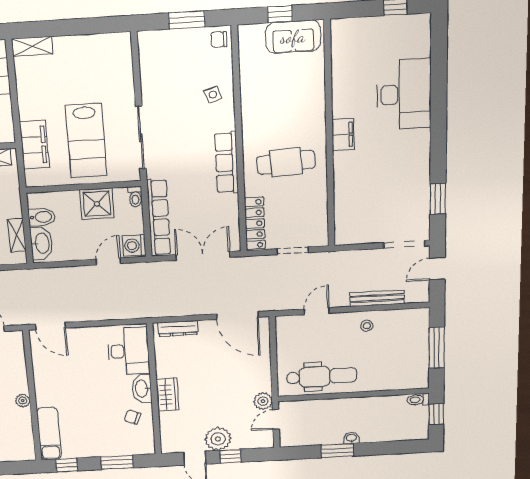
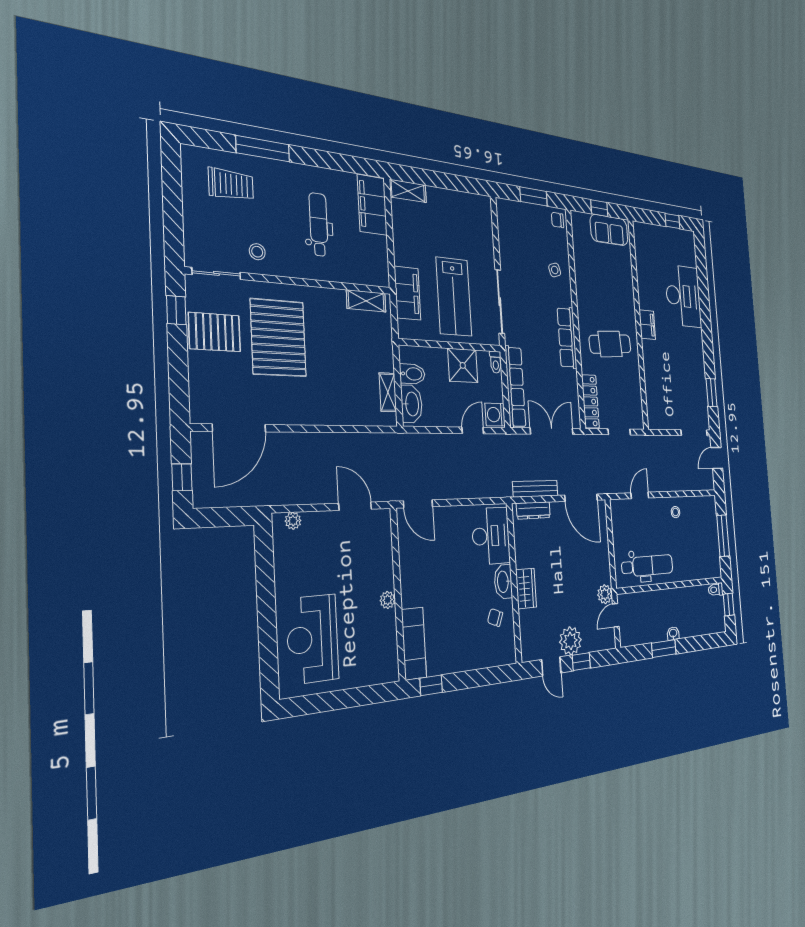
bench: (377, 298) -> (535, 489), moved
window: (117, 462) -> (481, 677), removed

